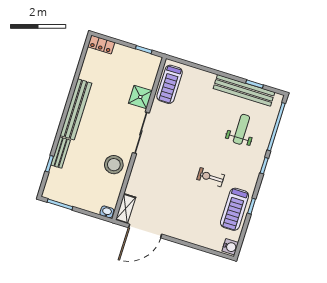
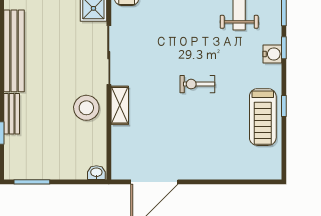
exercise bike: (211, 177) -> (197, 84), moved
shelving: (126, 208) -> (120, 105), moved
water cooler: (230, 247) -> (272, 54), moved

